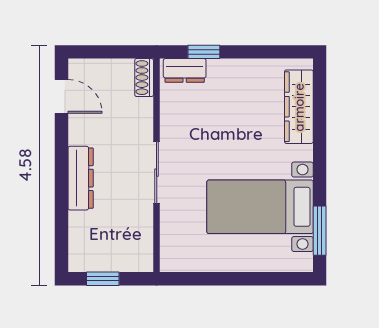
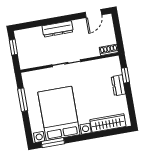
dresser: (185, 70) -> (118, 85), moved
bed with nightstands: (260, 207) -> (59, 113), width x1.36
window: (217, 279) -> (23, 100), added

